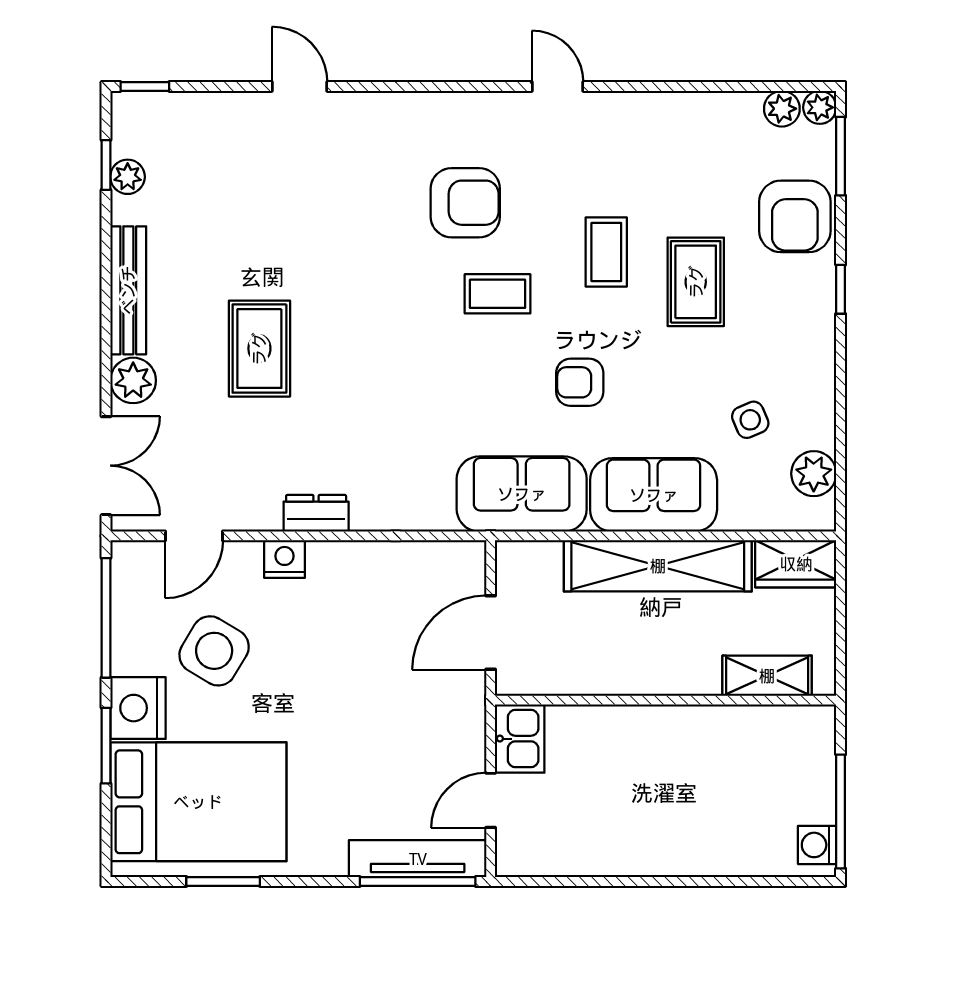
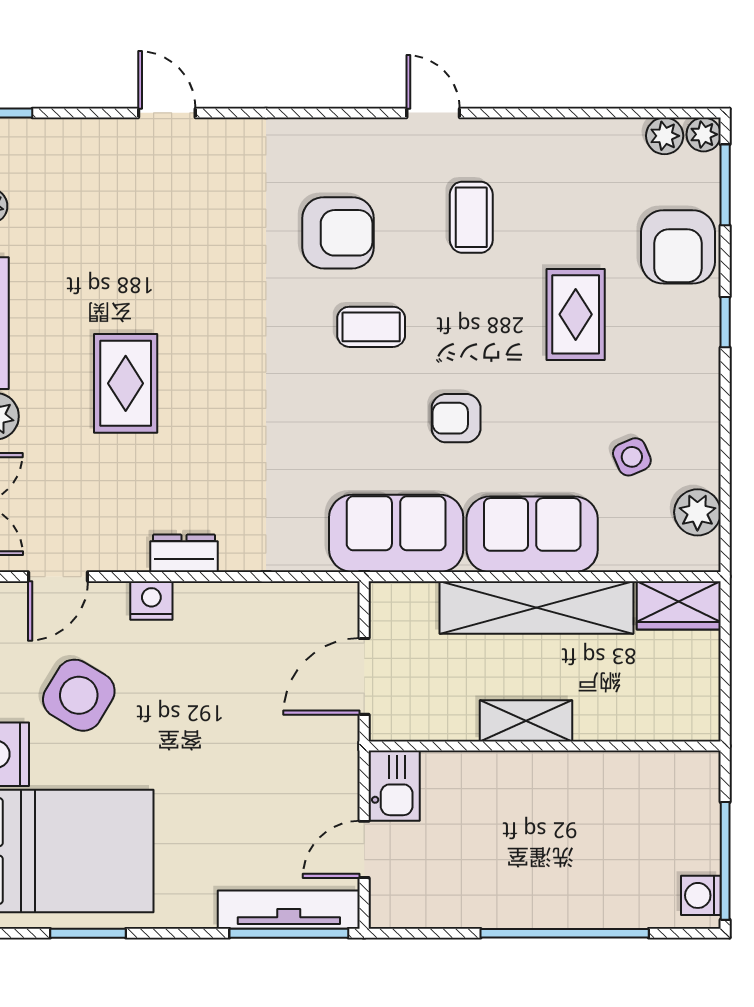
coffee table: (606, 252) -> (471, 217), moved
shelving: (767, 676) -> (526, 721), moved
window: (685, 882) -> (565, 933), added

